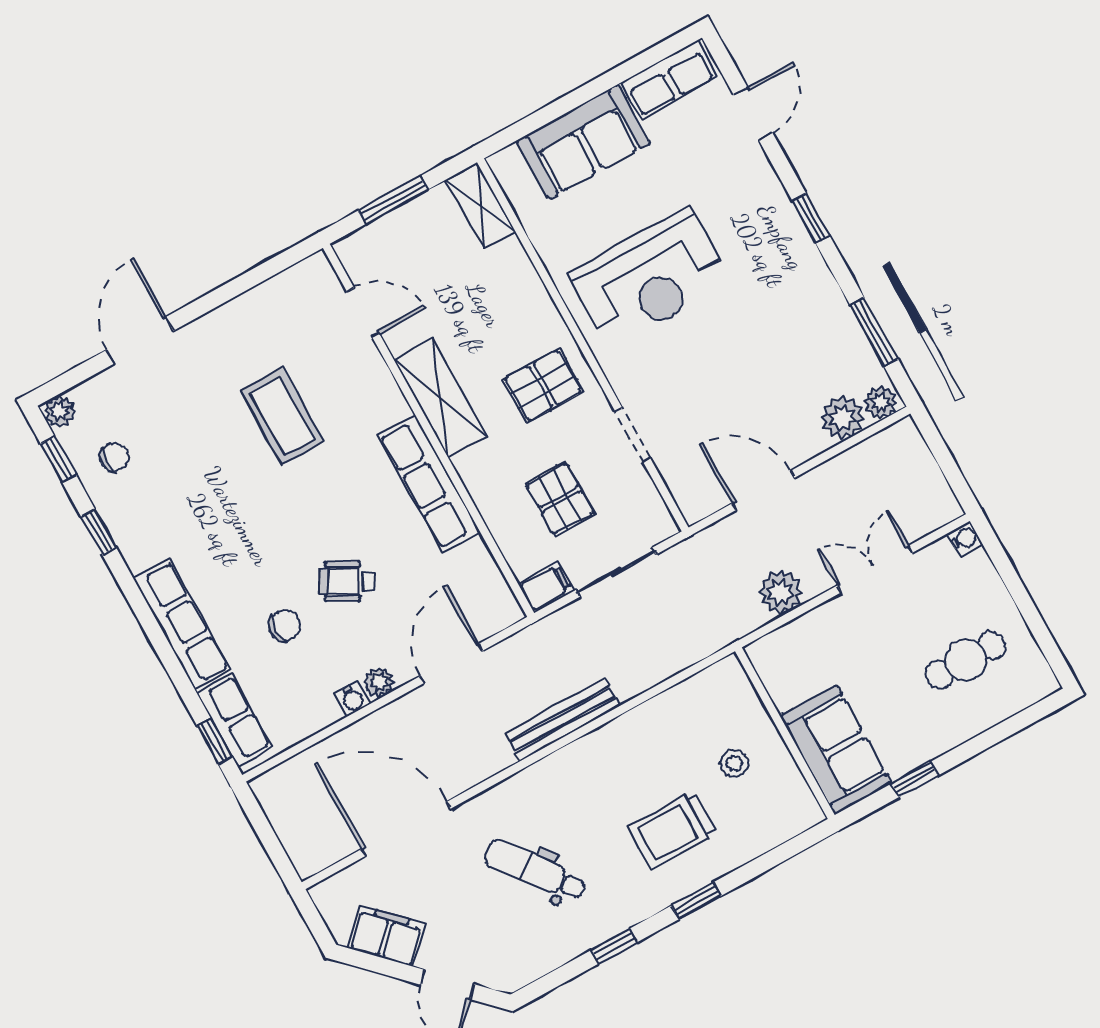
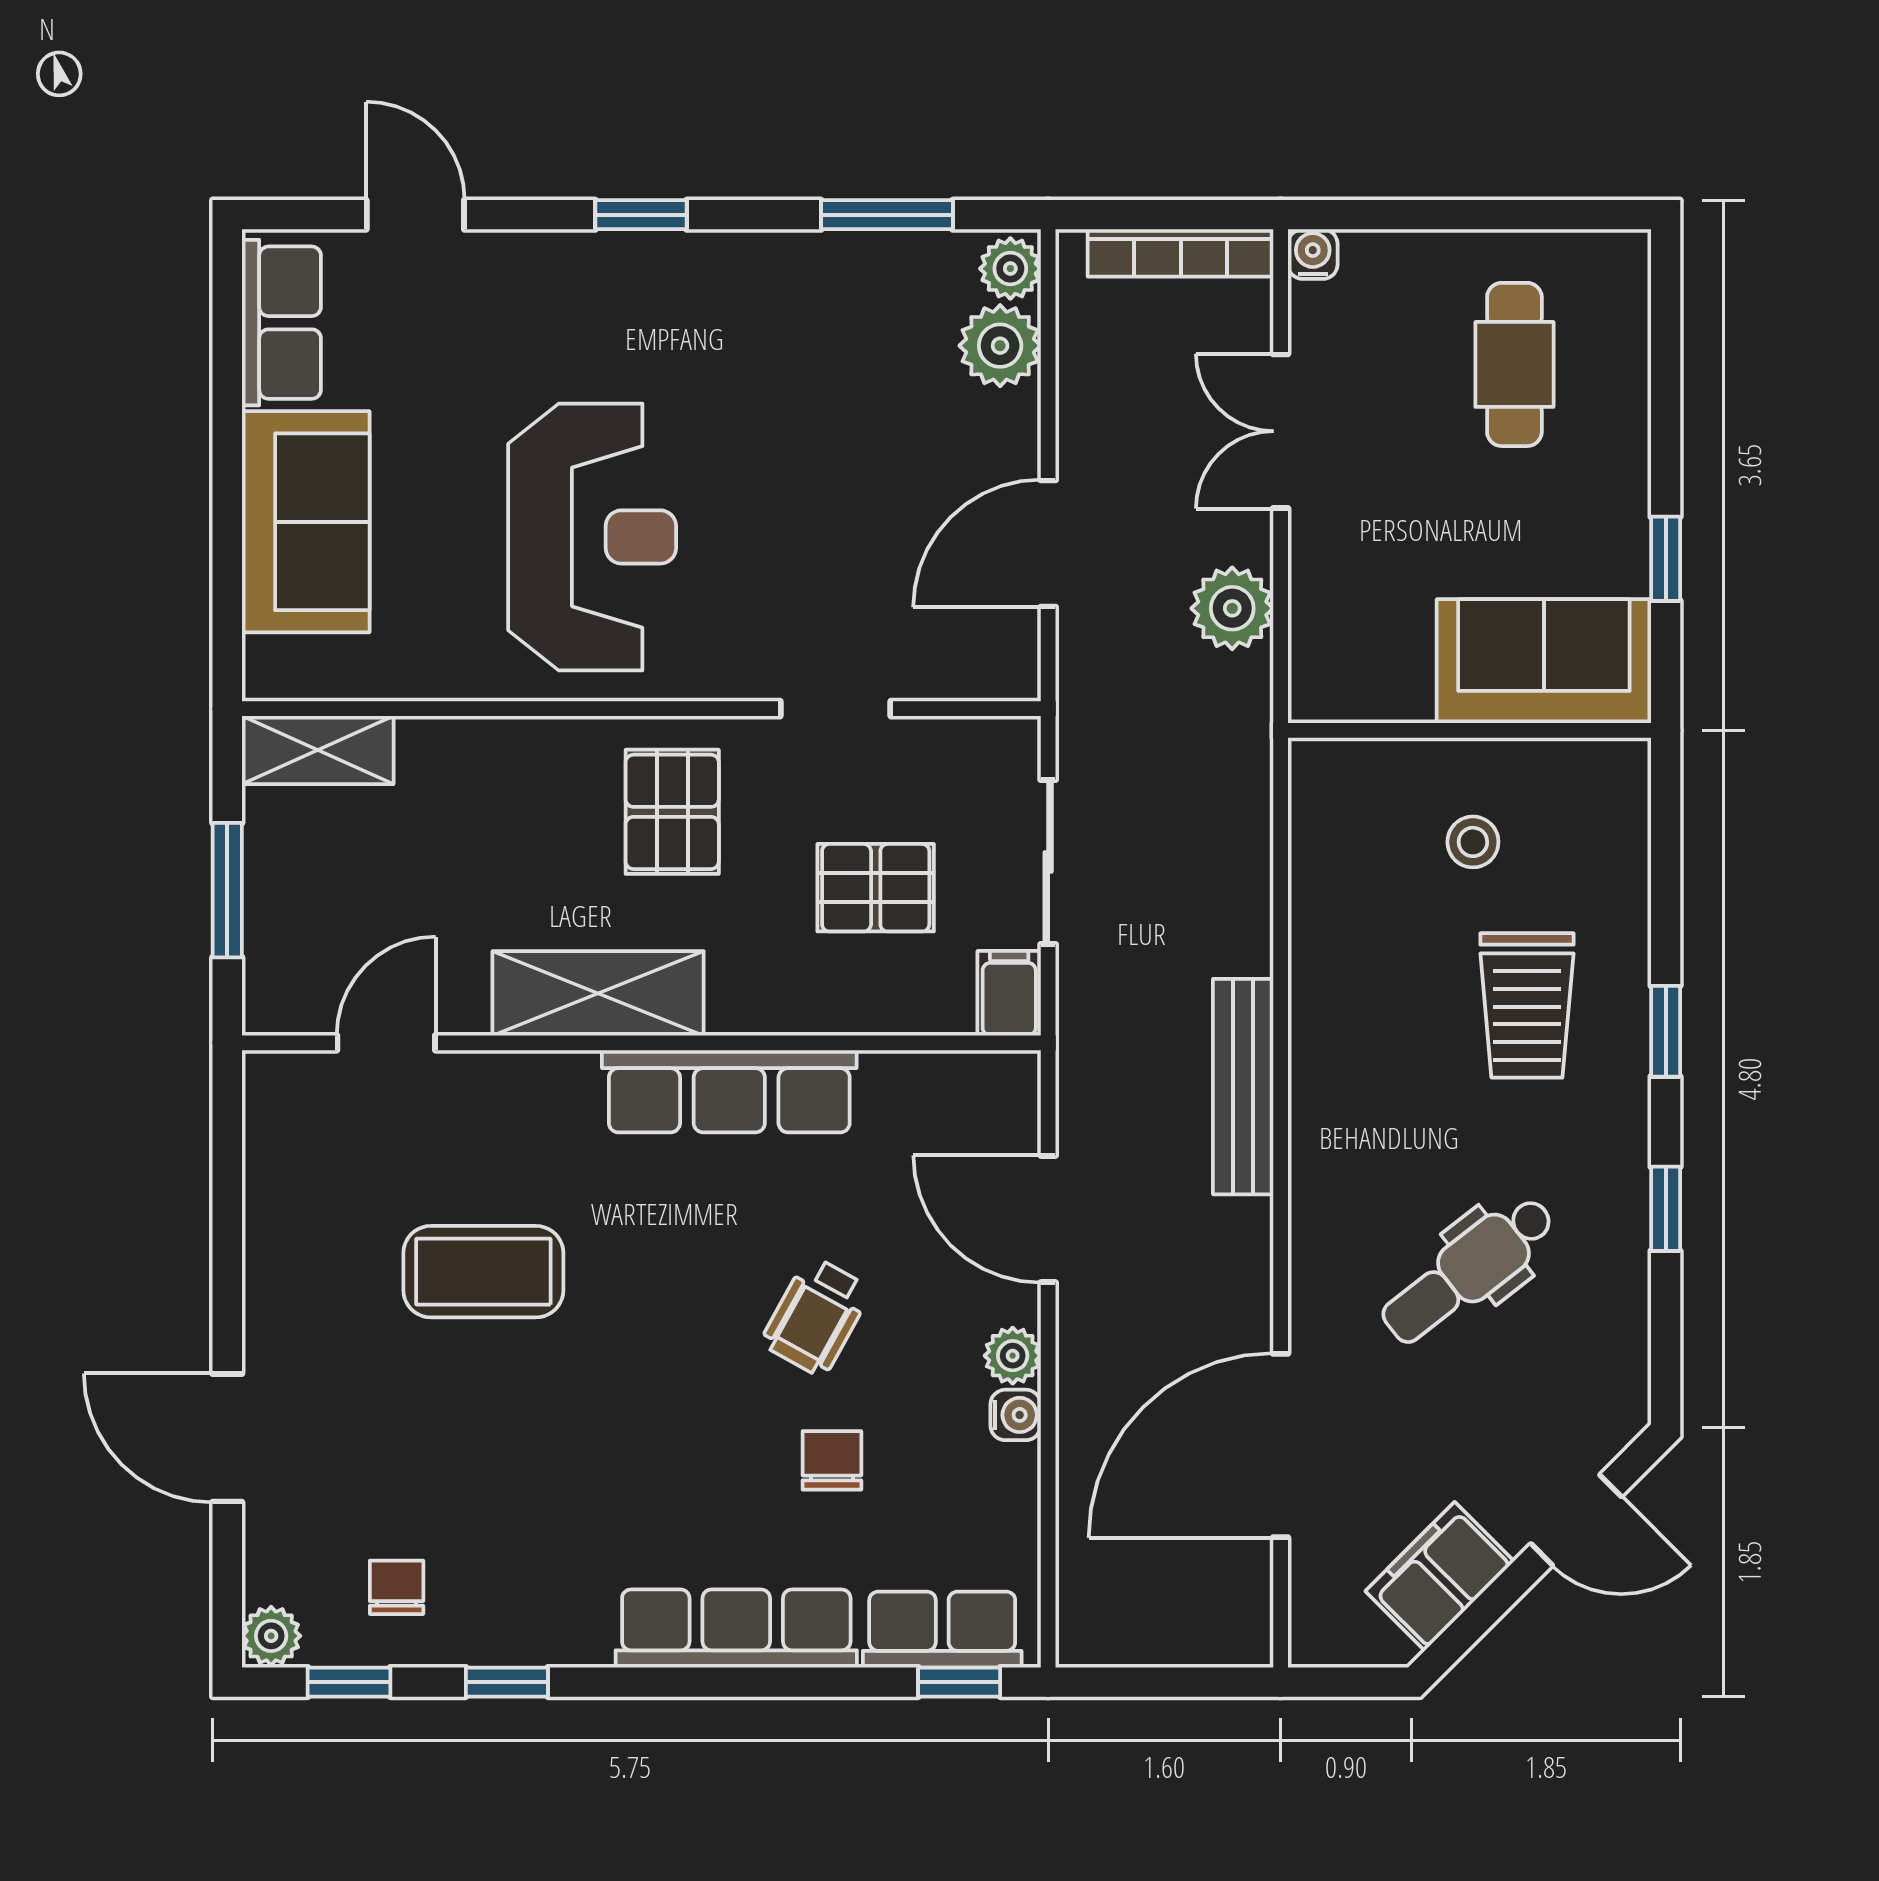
bookcase: (931, 477) -> (1181, 253), added

